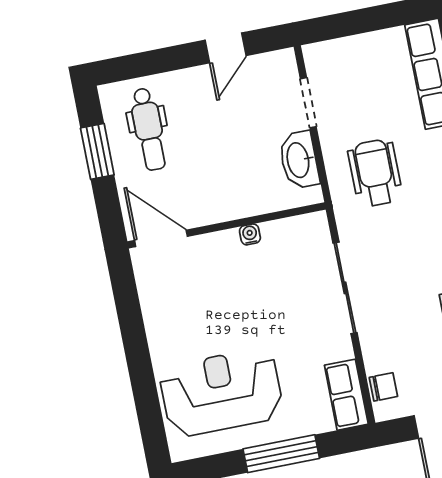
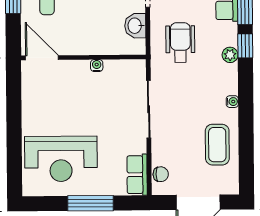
washbasin: (299, 160) -> (135, 26), width x0.72
reception desk: (221, 392) -> (61, 159), turned 180

